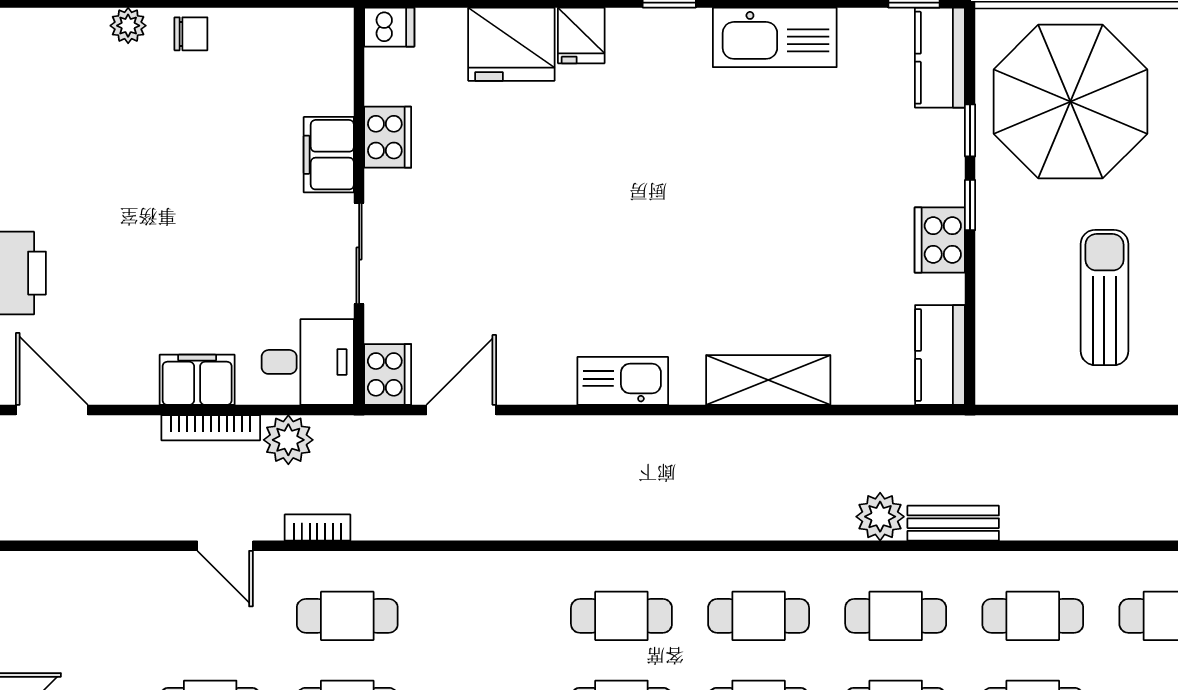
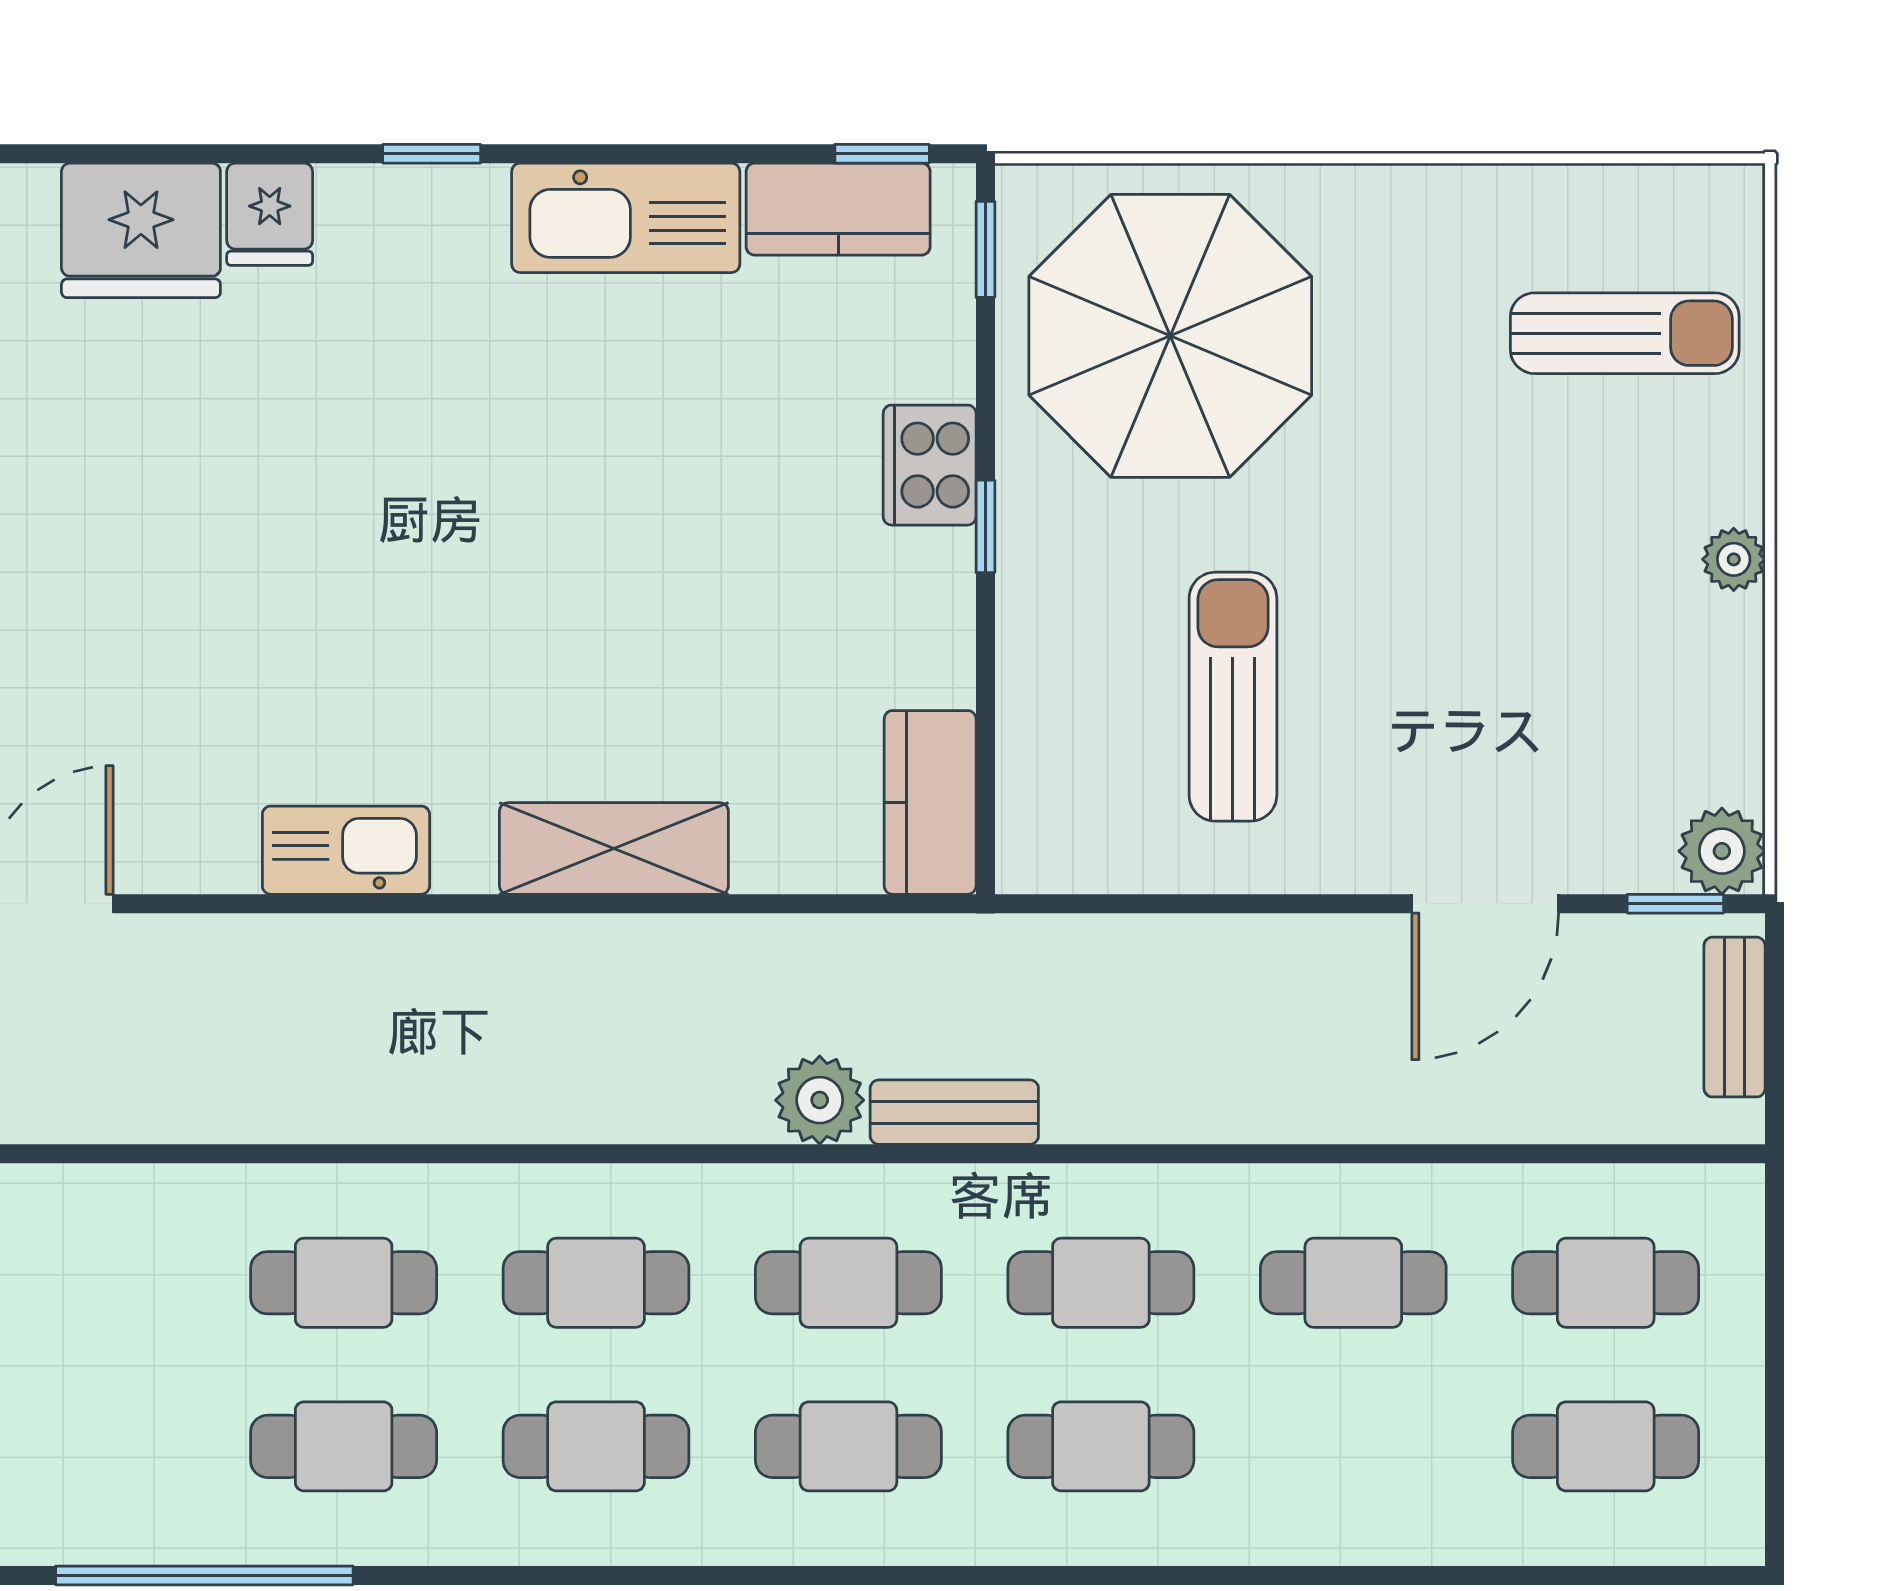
kitchen counter: (940, 58) -> (838, 209), moved, turned -90
window: (970, 130) -> (985, 249), moved
cooker: (940, 240) -> (930, 465), moved

